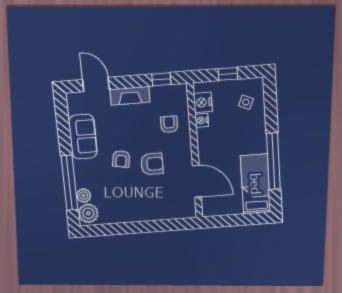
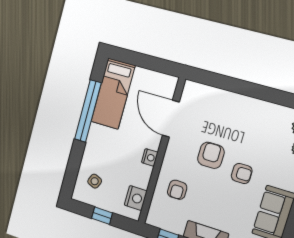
nightstand: (202, 120) -> (150, 157), moved
armchair: (121, 159) -> (242, 173), turned 81
armchair: (152, 164) -> (211, 155), turned 90

